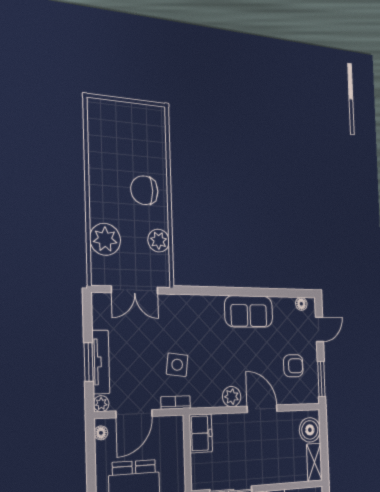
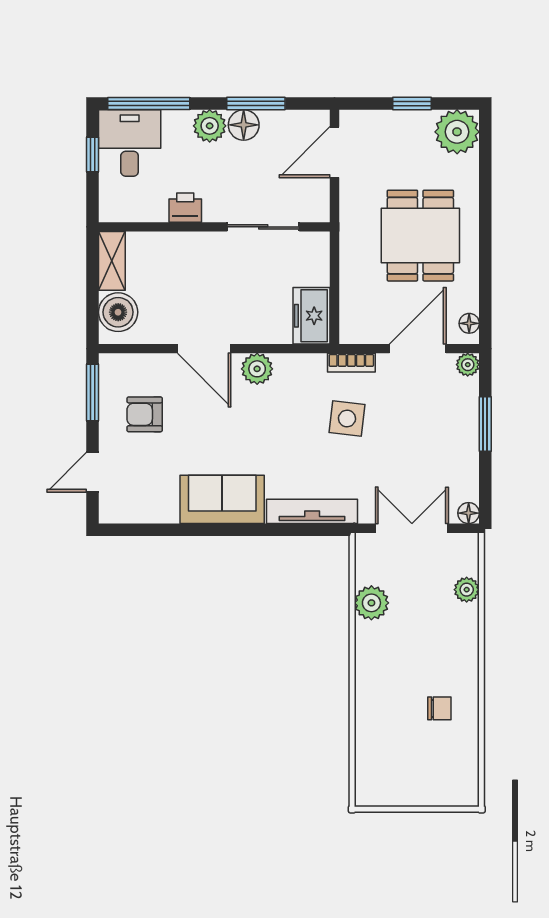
chair: (144, 190) -> (439, 708), moved, width x0.54, depth x0.54
plant: (105, 239) -> (467, 590), width x0.53, depth x0.53
floor lamp: (301, 304) -> (469, 513), moved
tv unit: (101, 362) -> (312, 511), moved, turned 90

